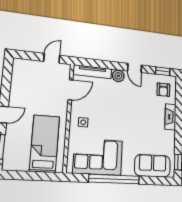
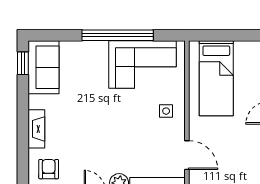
door: (70, 90) -> (187, 155), swing flipped
sofa: (153, 166) -> (44, 67), moved, turned -90

